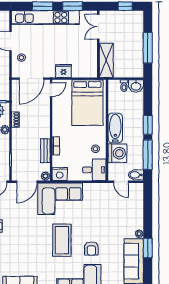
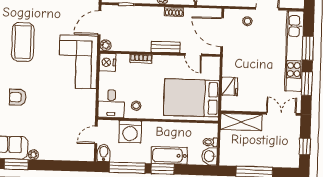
fridge: (64, 71) -> (230, 86), moved
door: (51, 90) -> (193, 55), moved
bathtub: (115, 128) -> (169, 155), moved, turned 180
bench: (45, 151) -> (166, 47), moved
door: (27, 182) -> (100, 23), hinge flipped
coffee table: (62, 240) -> (23, 42), moved, turned 90

